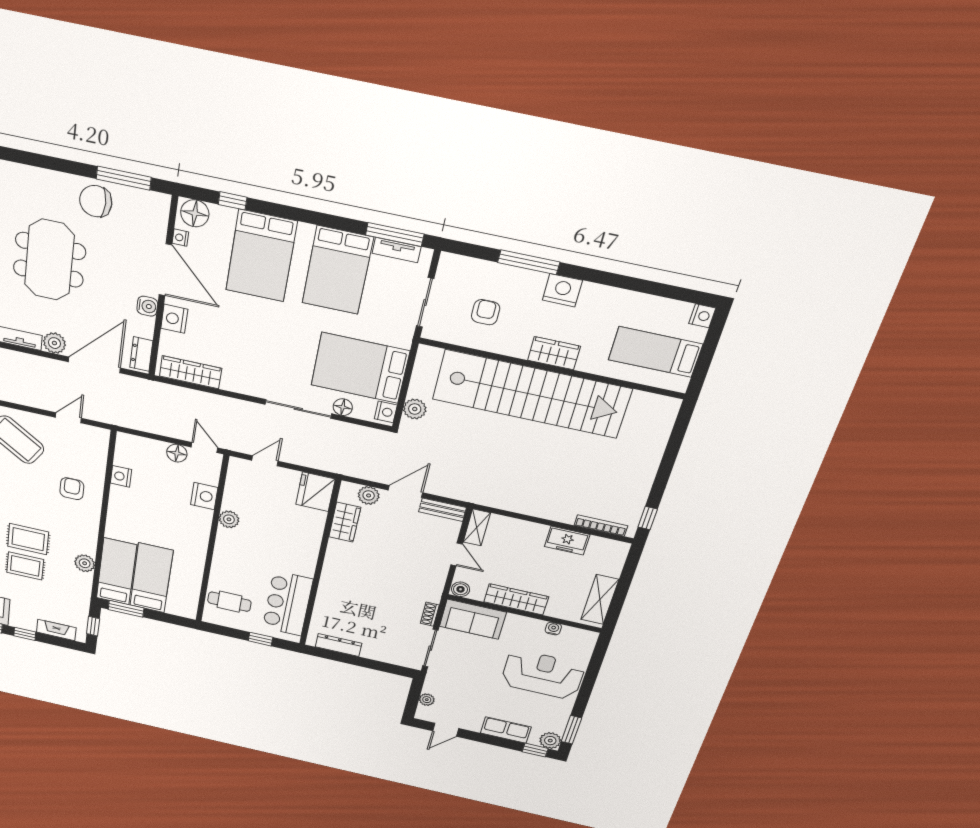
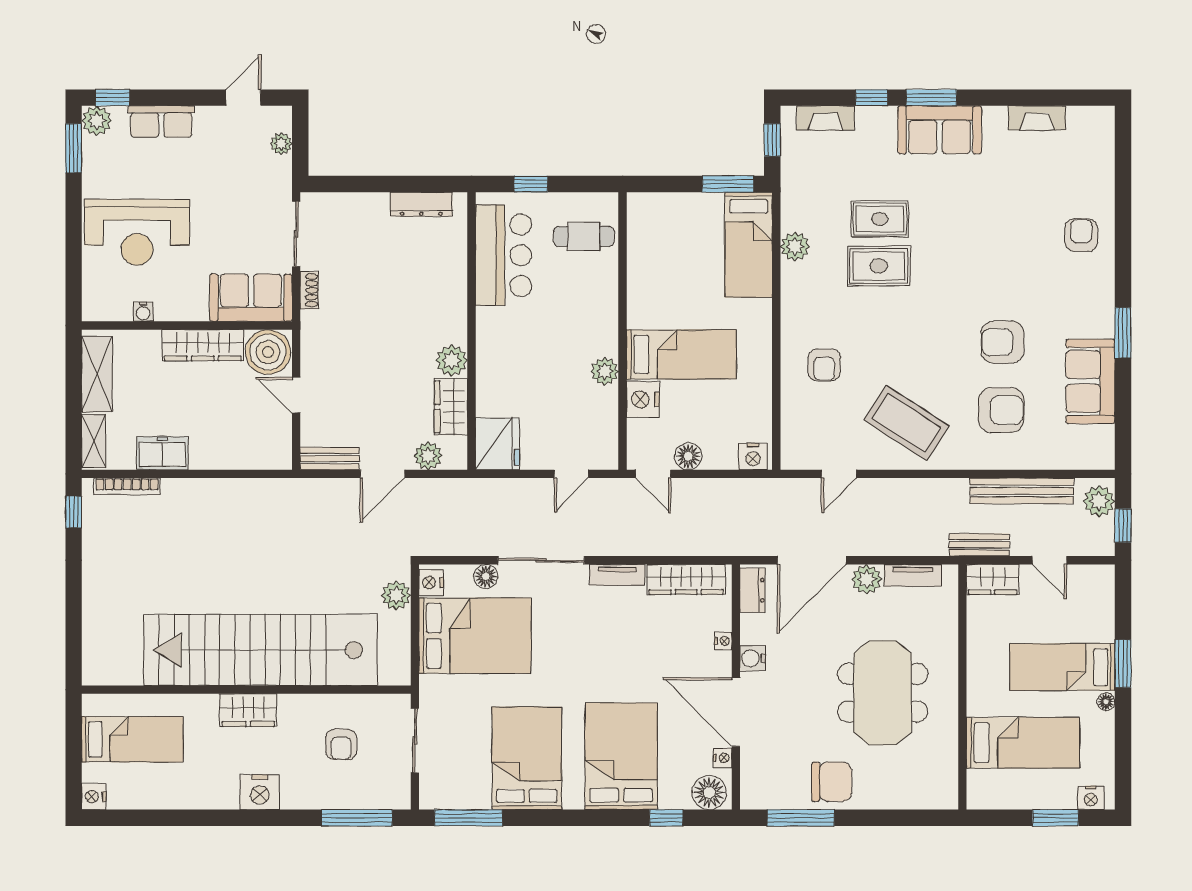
tv unit: (397, 250) -> (617, 575), moved, turned 180
window: (529, 262) -> (357, 818), moved
nightstand: (174, 319) -> (723, 641), width x0.53, depth x0.56
nightstand: (121, 476) -> (753, 457), moved, turned 90
shelving: (477, 527) -> (94, 441), moved
plant: (338, 550) -> (452, 361), added
bed: (151, 578) -> (681, 354), moved, turned -90
boiler: (461, 589) -> (268, 352), width x1.86, depth x1.86

